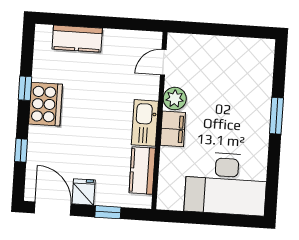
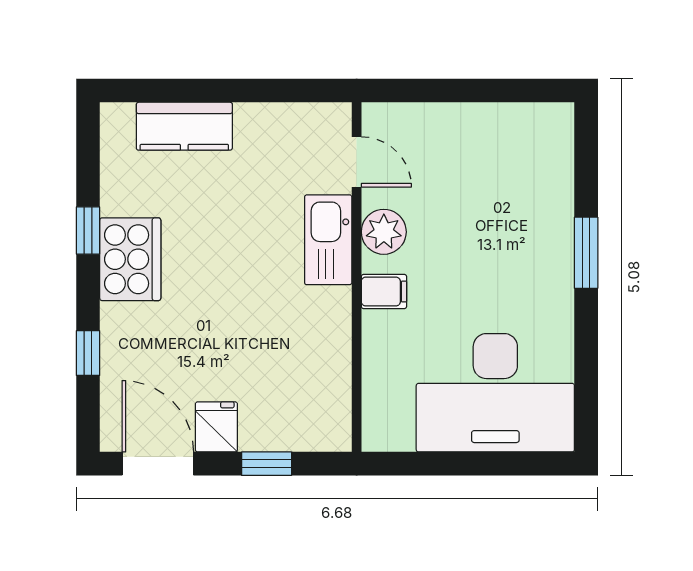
door: (163, 62) -> (357, 162), swing flipped
kitchen sink: (145, 123) -> (328, 240), moved
filing cabinet: (173, 129) -> (384, 292), width x0.50
kitchen counter: (142, 171) -> (329, 377), removed

